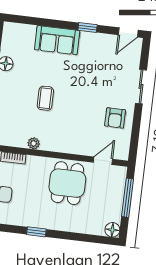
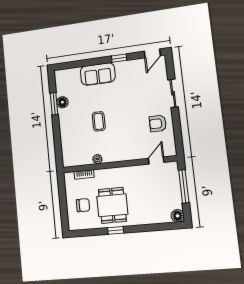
armchair: (115, 118) -> (158, 124), turned 90
dining table: (67, 183) -> (112, 205), moved

